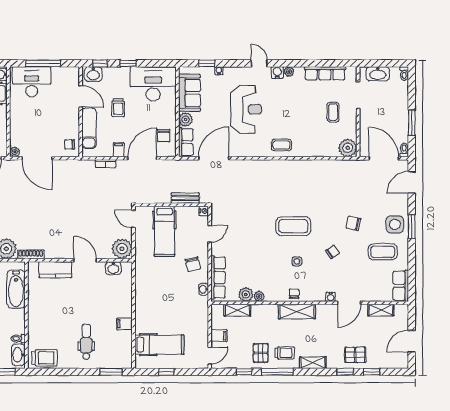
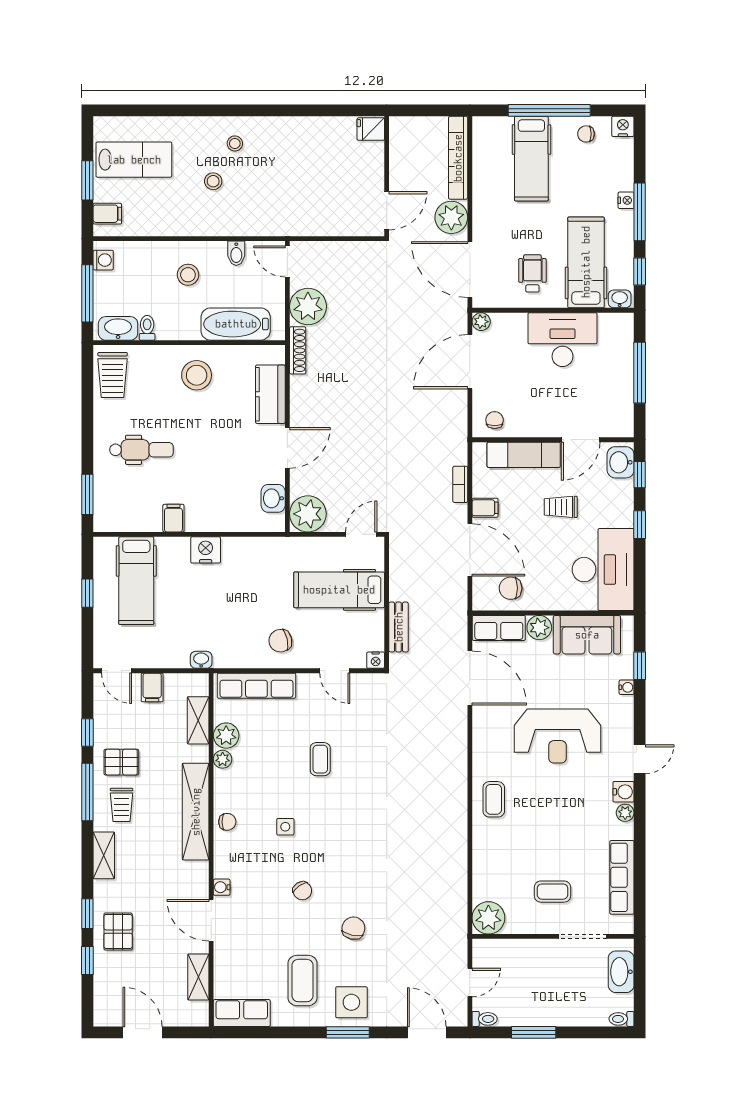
desk: (32, 82) -> (562, 340), moved, turned -90
door: (384, 158) -> (470, 983), width x0.53
coffee table: (293, 226) -> (320, 759), moved, width x0.54, depth x0.58
washbasin: (204, 289) -> (201, 660), moved
nightstand: (142, 306) -> (206, 550), added
stool: (45, 311) -> (197, 375), added
shelving: (297, 311) -> (196, 812), width x1.47

